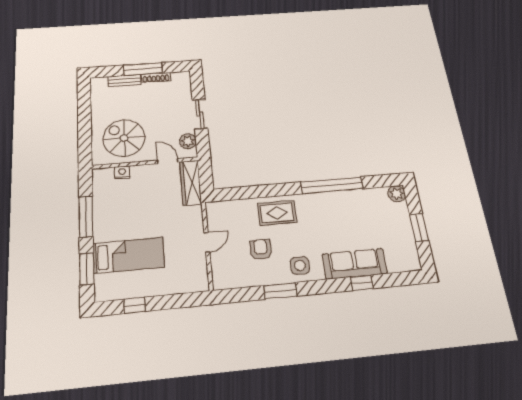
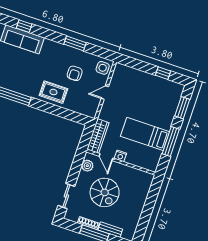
sliding door: (200, 114) -> (66, 196), moved
spiral stairs: (124, 138) -> (105, 192), moved
nightstand: (122, 172) -> (120, 156), moved
bed: (128, 255) -> (145, 134), moved
side table: (300, 266) -> (103, 68), moved

